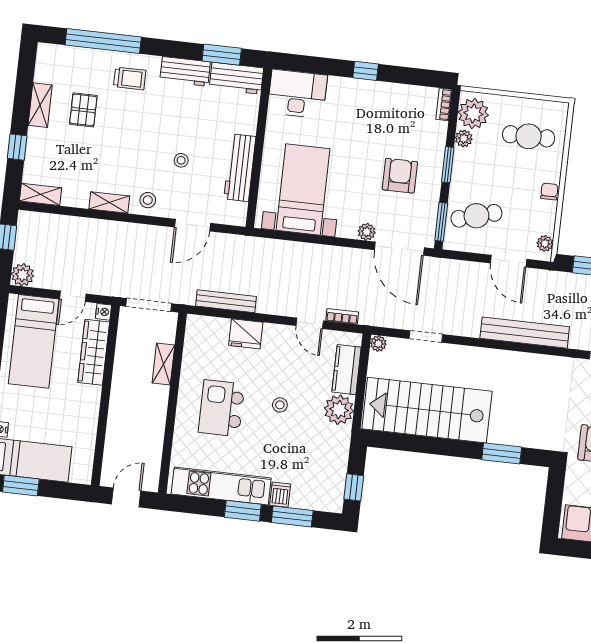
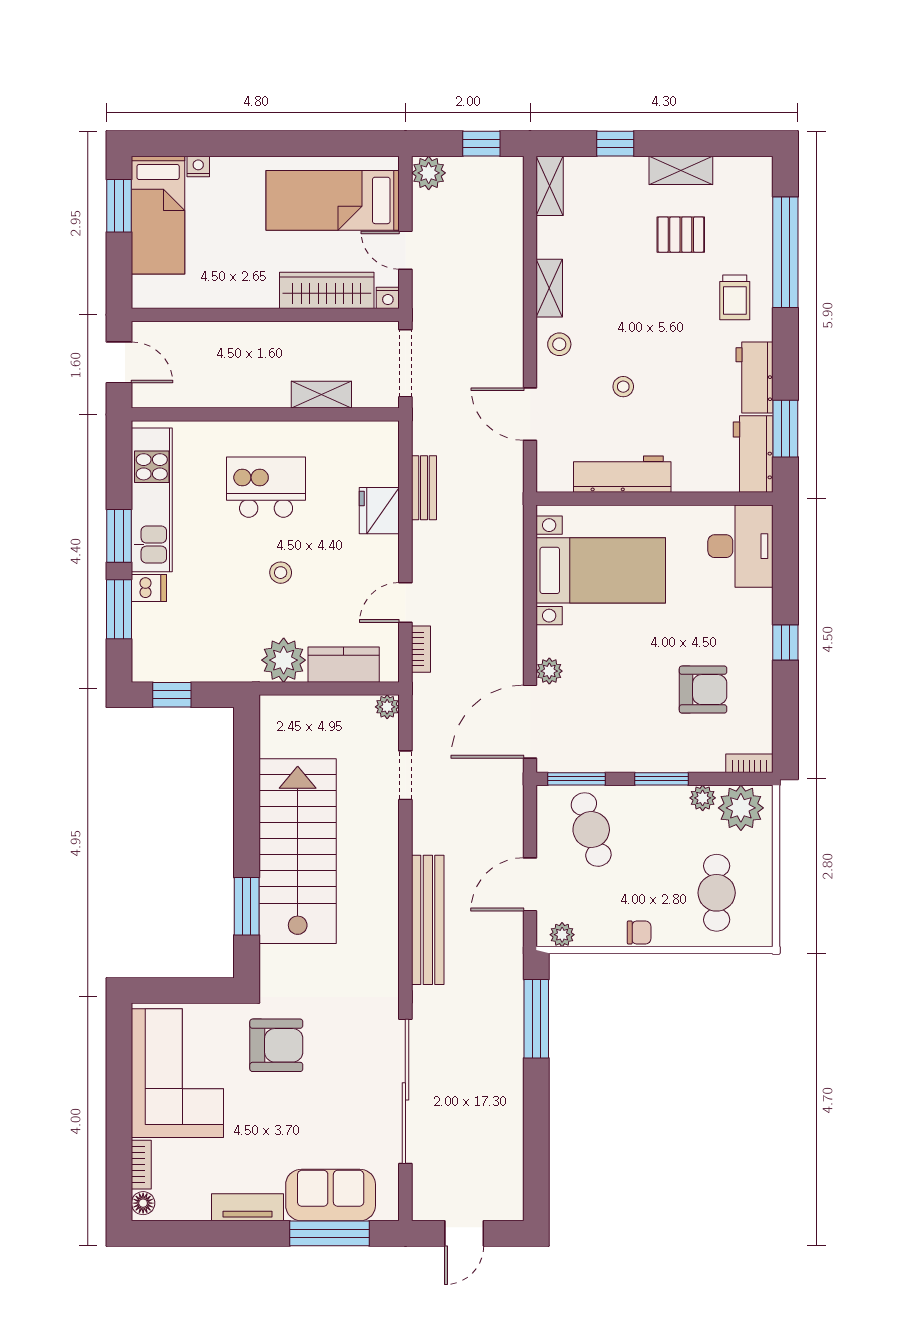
armchair: (400, 176) -> (703, 690), moved
bench: (226, 301) -> (424, 488), width x0.73
stairs: (427, 410) -> (298, 851), moved

